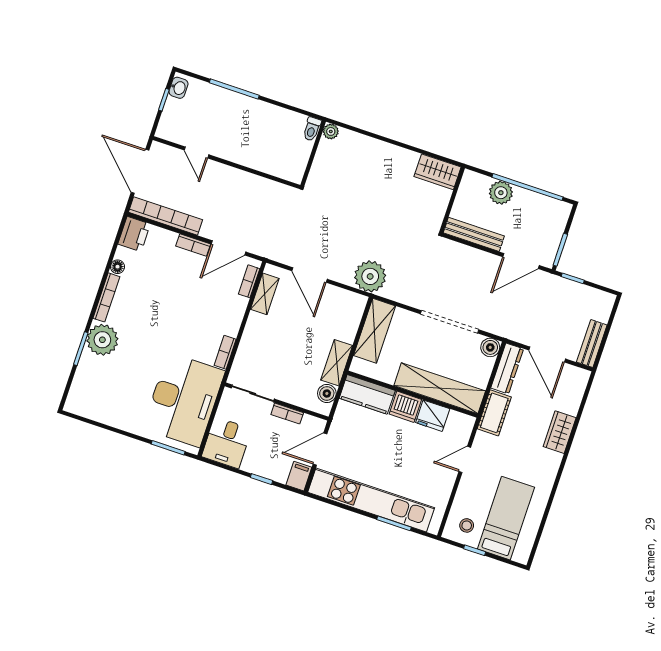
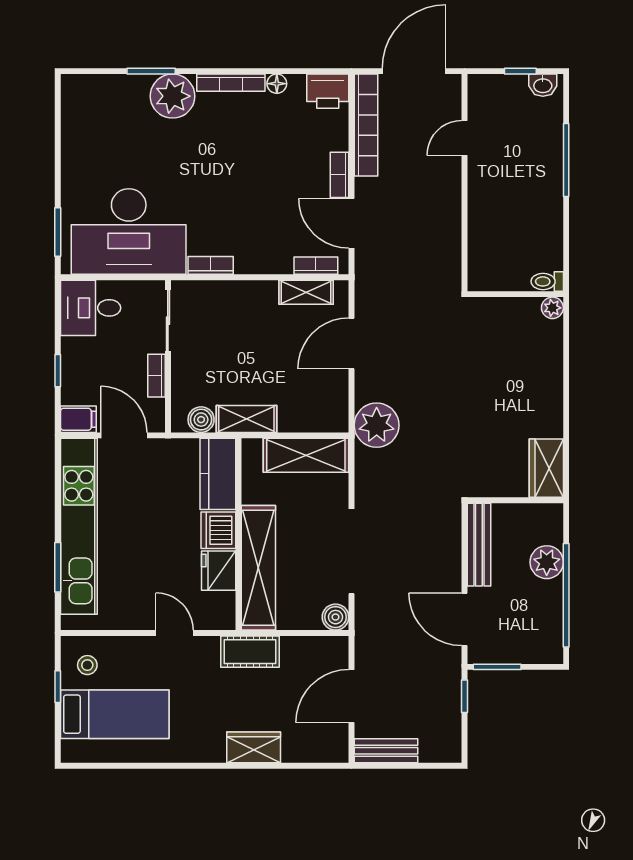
dresser: (507, 368) -> (315, 649), removed

